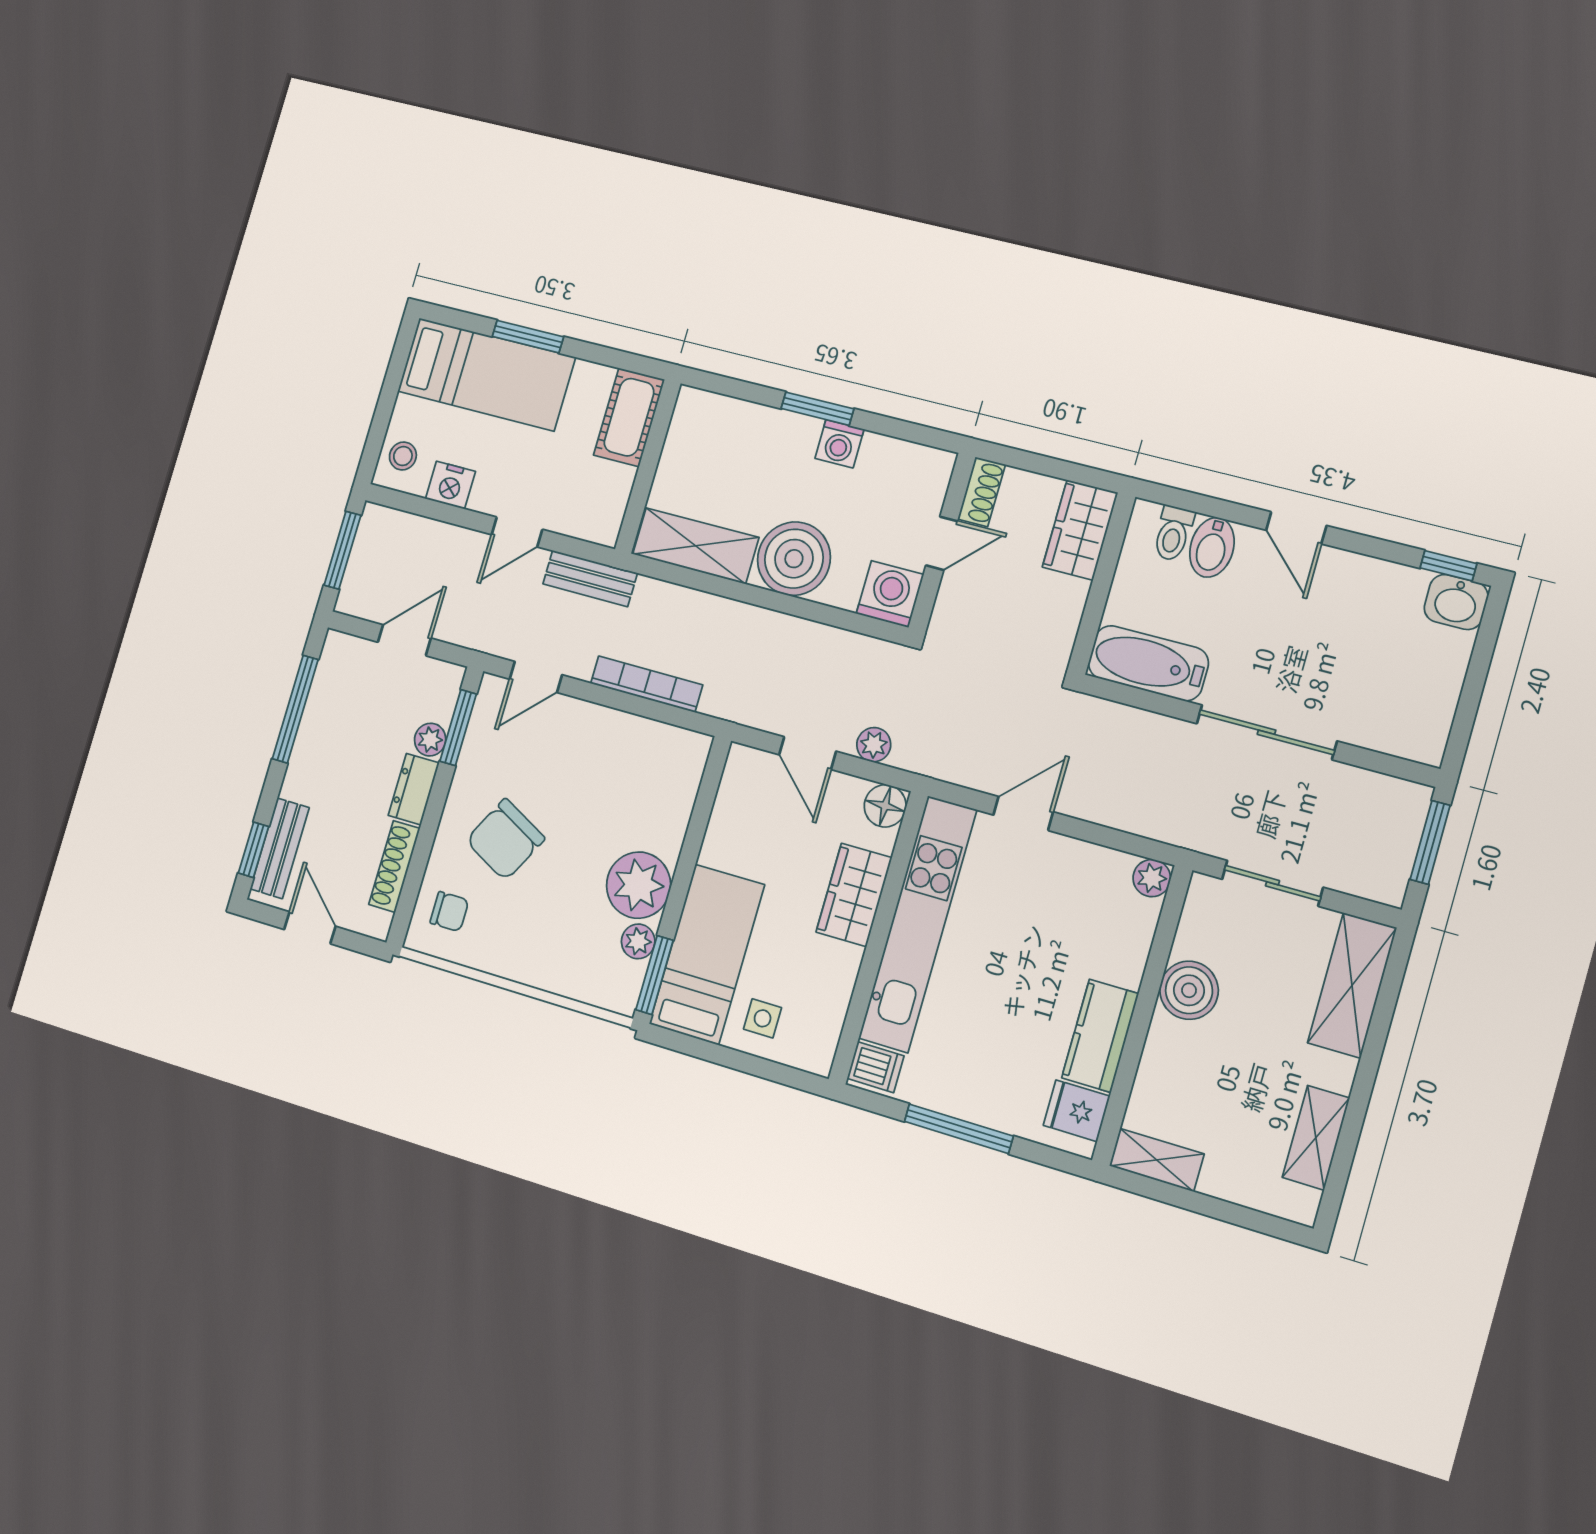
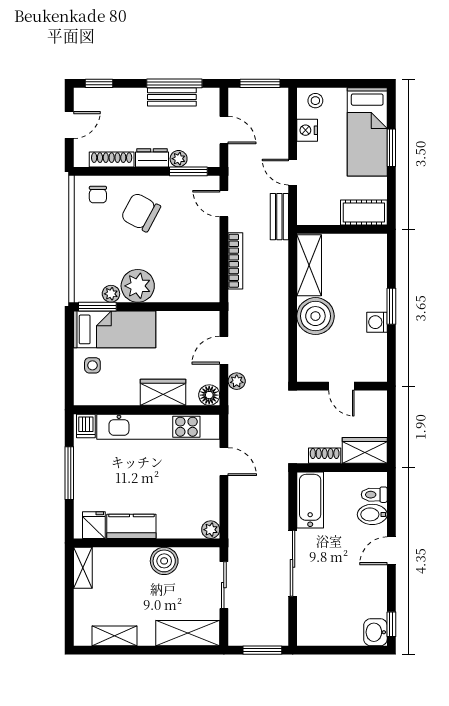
shoe rack: (982, 492) -> (325, 456), moved, turned 180
washing machine: (890, 594) -> (311, 368), removed
bench: (280, 848) -> (172, 97), moved

